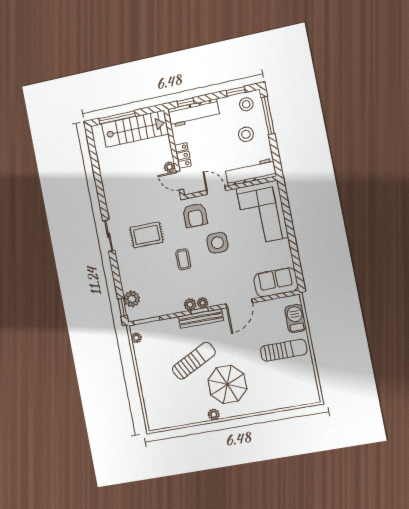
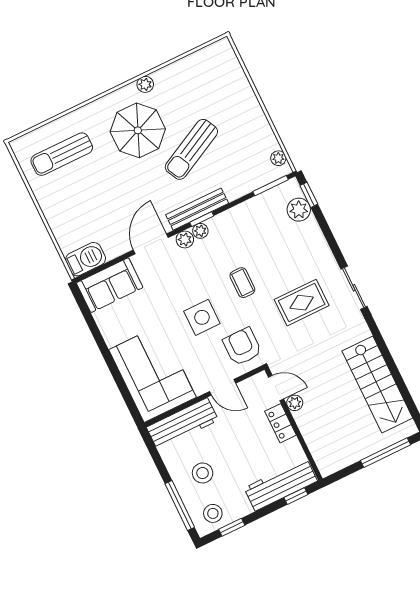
stairs: (135, 129) -> (377, 385), moved, turned -90
plant: (190, 304) -> (185, 239), moved
barbecue: (295, 319) -> (86, 259), moved, turned -90
sun lounger: (284, 350) -> (62, 154), moved

